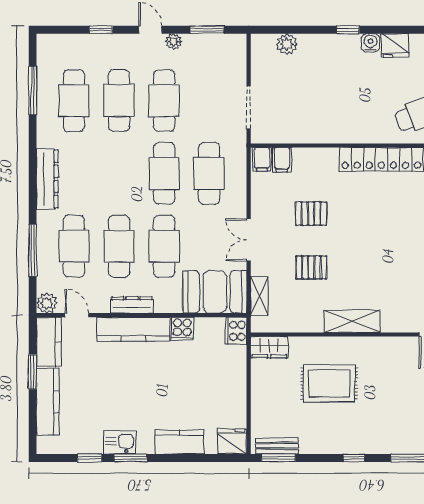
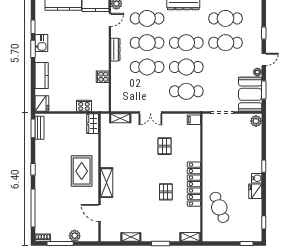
plant: (287, 44) -> (256, 121), moved
cafe table: (164, 101) -> (186, 43), moved
filing cabinet: (282, 160) -> (194, 130), removed
double door: (249, 240) -> (150, 113), swing flipped
pallet: (312, 267) -> (166, 192), moved
booth: (215, 292) -> (250, 94), moved
shelving: (352, 321) -> (107, 183), moved
kitchen counter: (133, 329) -> (102, 50), removed
cooker: (236, 331) -> (84, 106), moved
rug: (329, 383) -> (82, 171), moved

